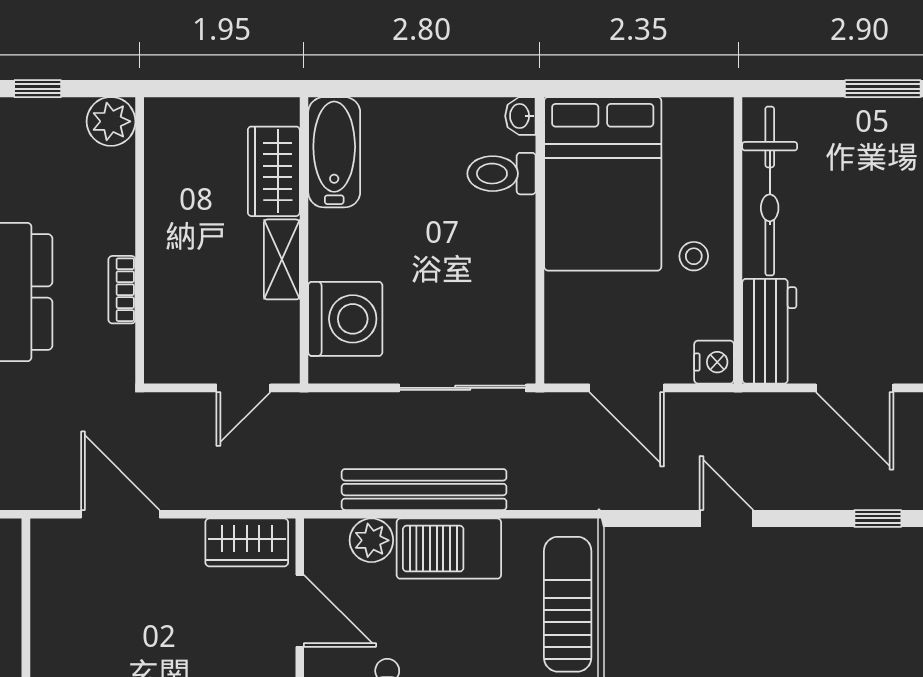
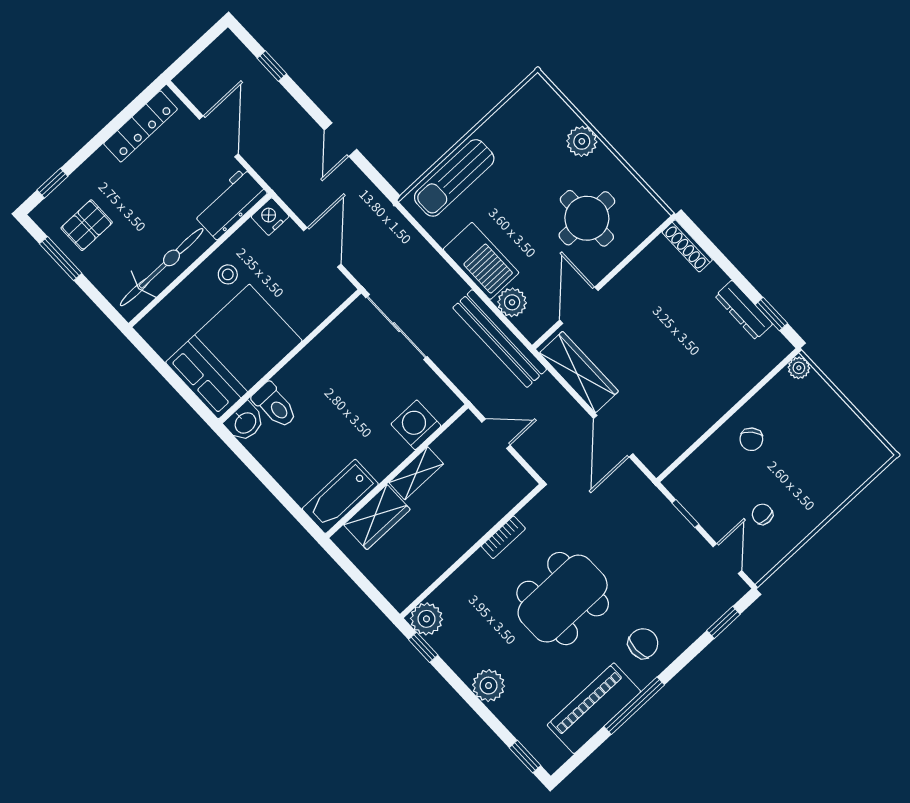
window: (38, 89) -> (423, 647), moved
washbasin: (520, 116) -> (245, 422), width x1.38, depth x1.45
pallet: (893, 151) -> (87, 225), added
washing machine: (345, 319) -> (416, 425), width x0.73, depth x0.73
bench: (424, 490) -> (500, 339), moved
wardrobe: (247, 542) -> (579, 372), width x1.50

